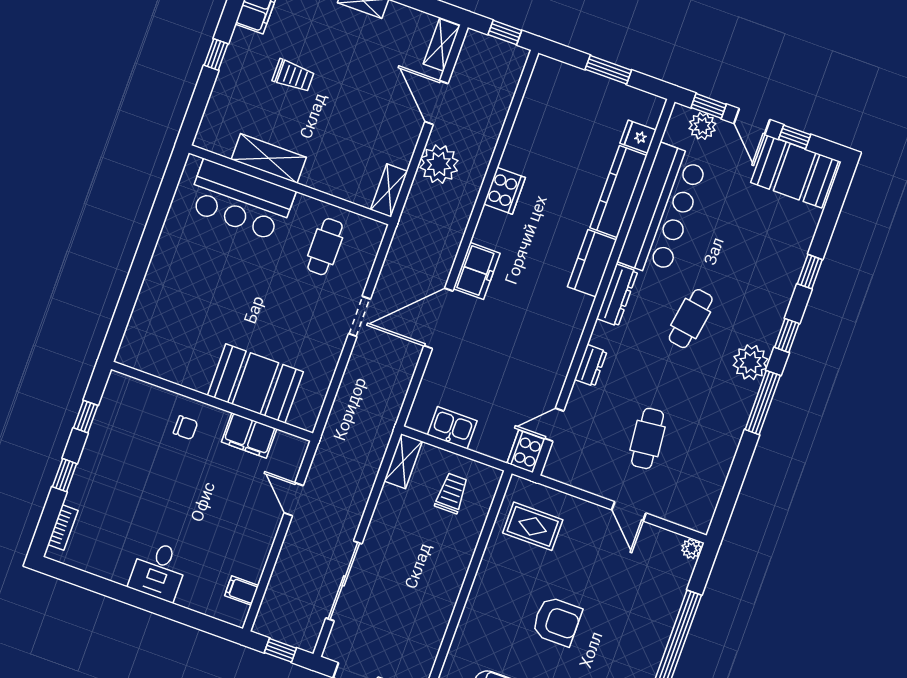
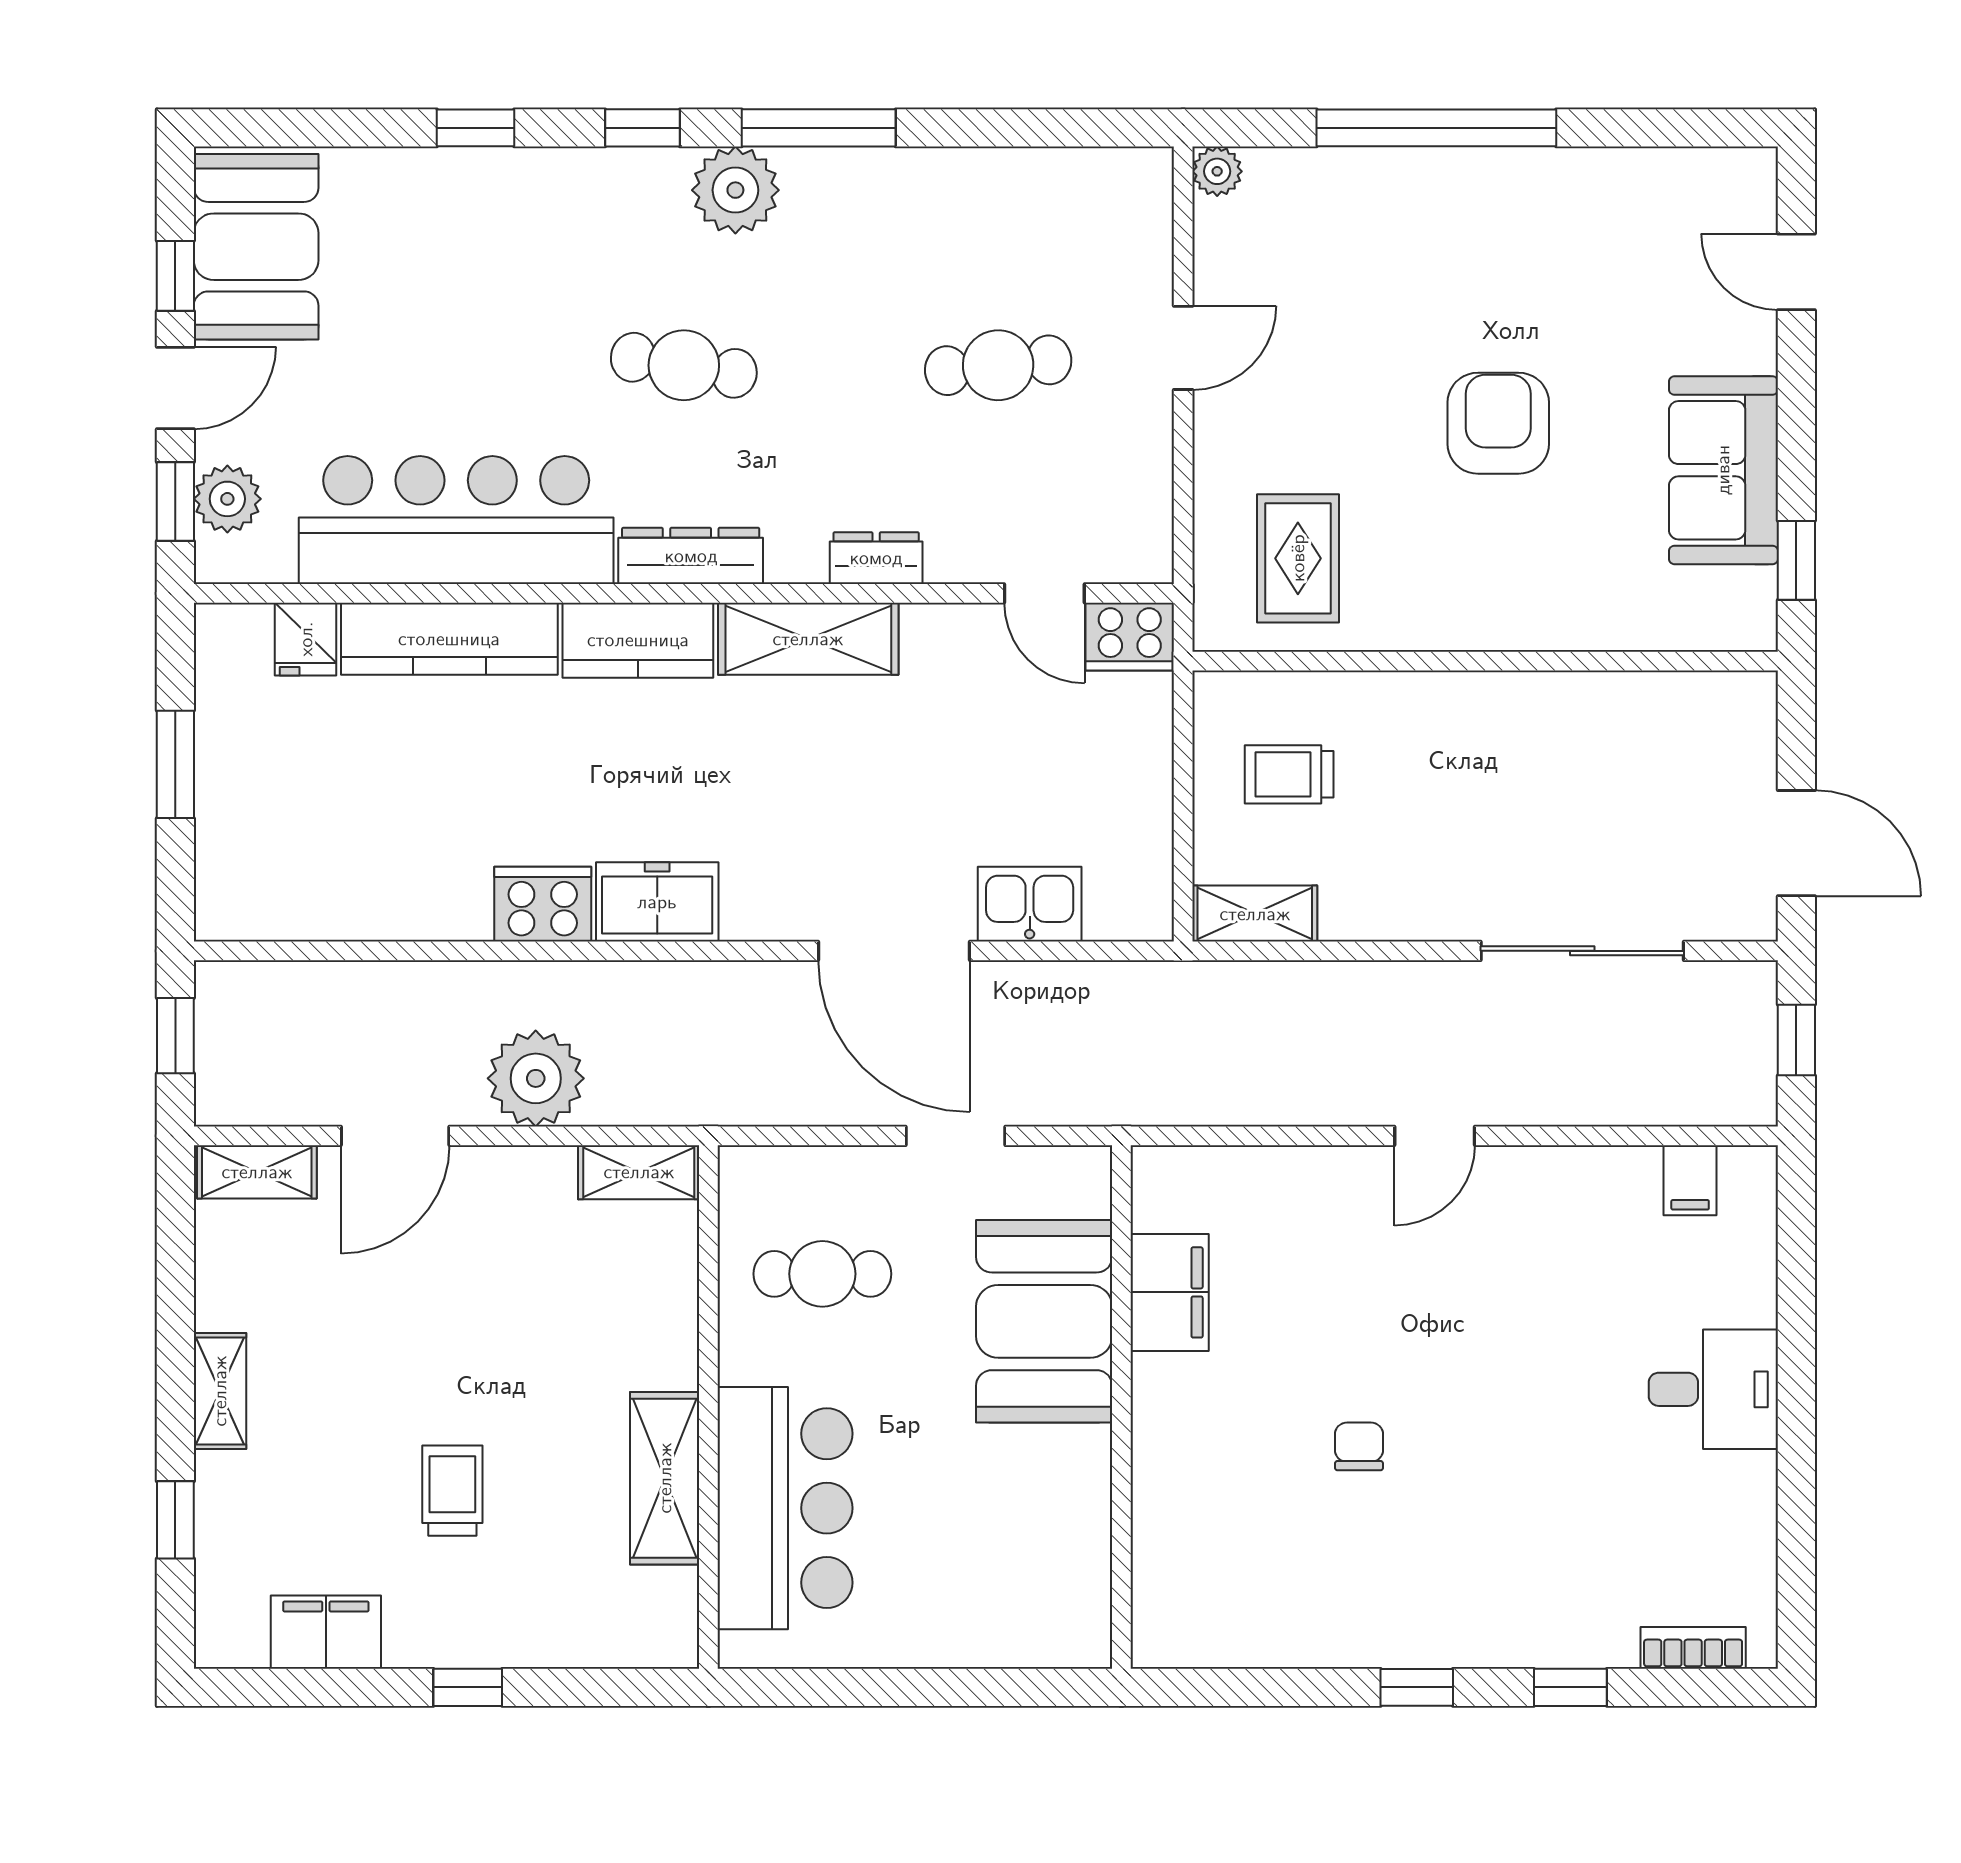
freezer: (477, 271) -> (657, 902), moved
shelving: (569, 329) -> (808, 639), added
booth: (255, 384) -> (1044, 1321), moved
wall: (212, 401) -> (1121, 1407), moved
kitchen sink: (452, 428) -> (1030, 904), moved, turned 90
filing cabinet: (249, 435) -> (1170, 1292), moved

